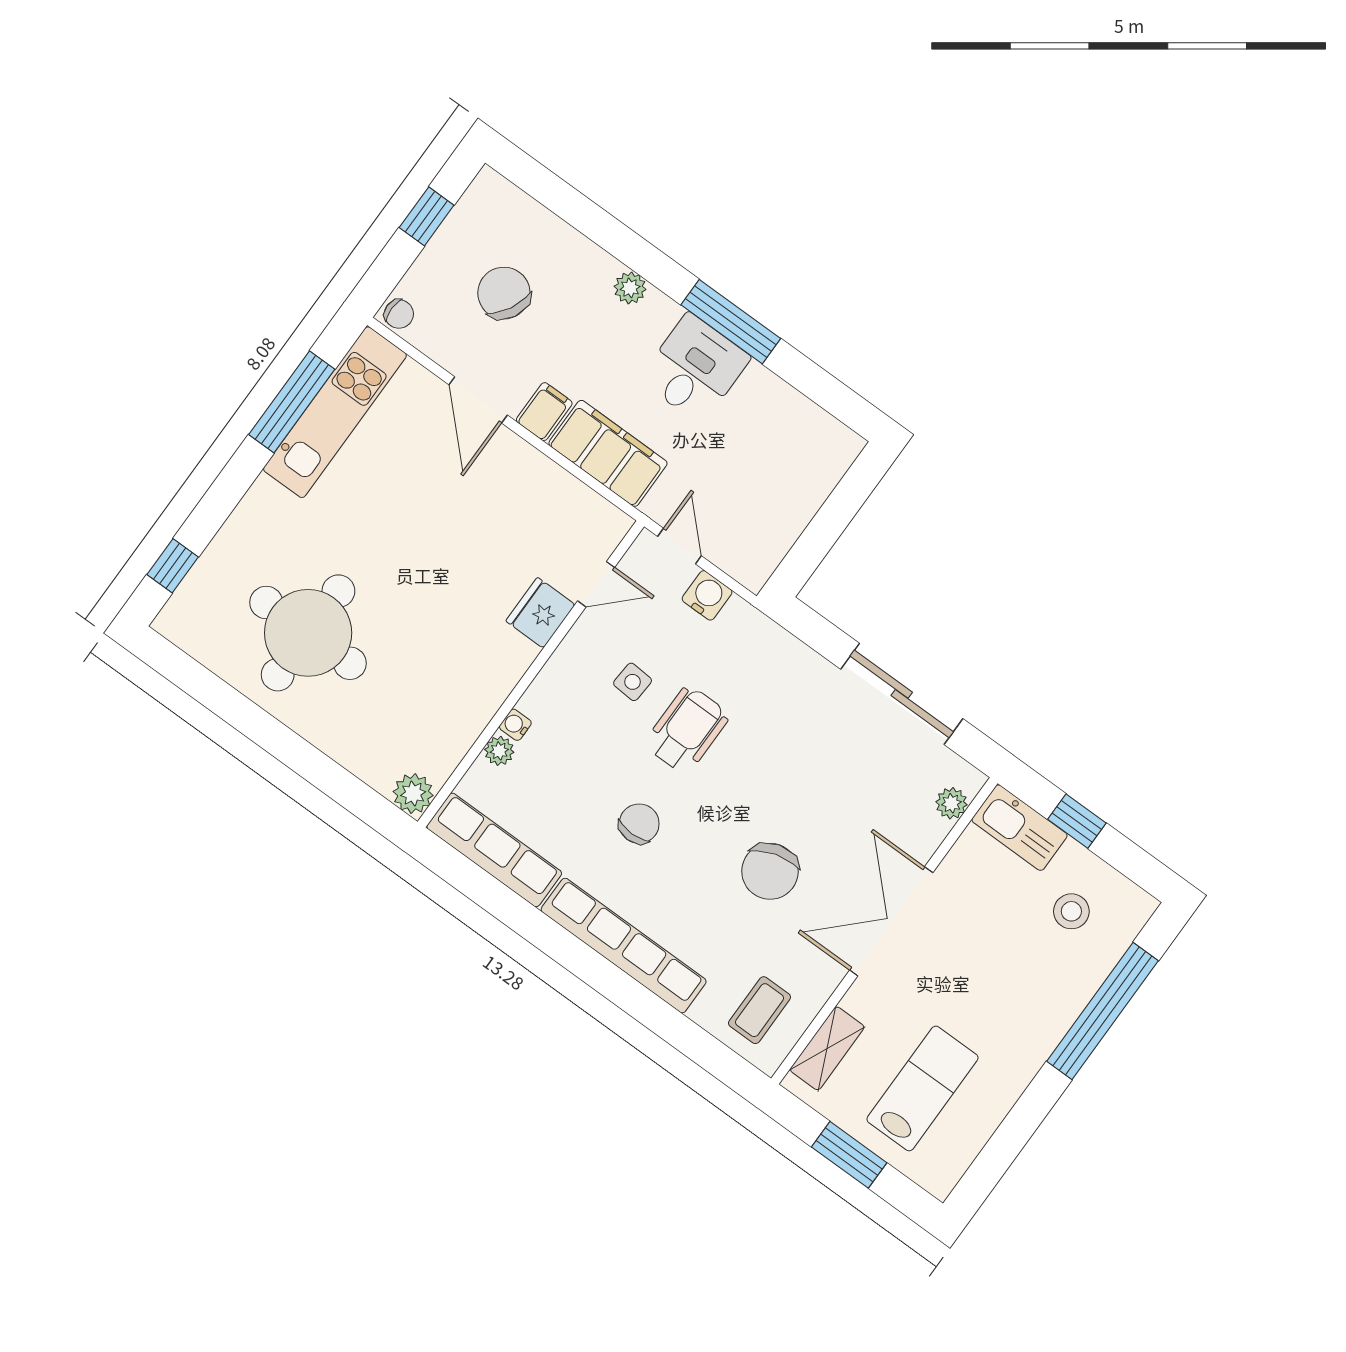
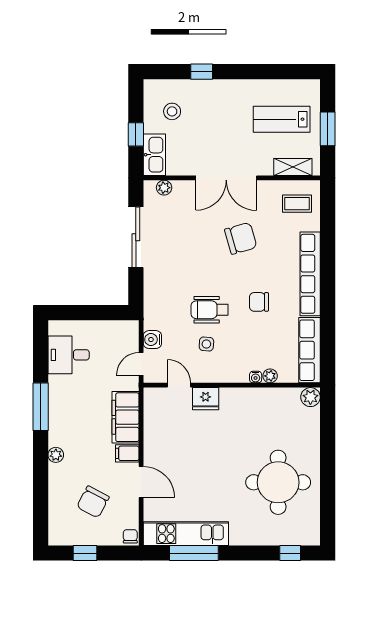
desk: (695, 368) -> (69, 355), moved
door: (478, 400) -> (141, 482), hinge flipped
window: (1102, 1011) -> (202, 72), width x0.32

